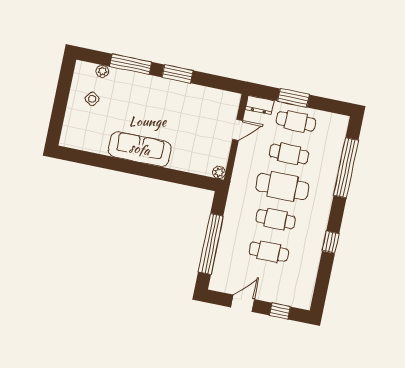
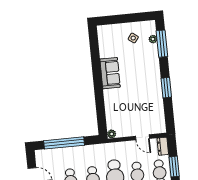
window: (131, 64) -> (162, 44), moved
sofa: (140, 149) -> (110, 73), width x0.73

